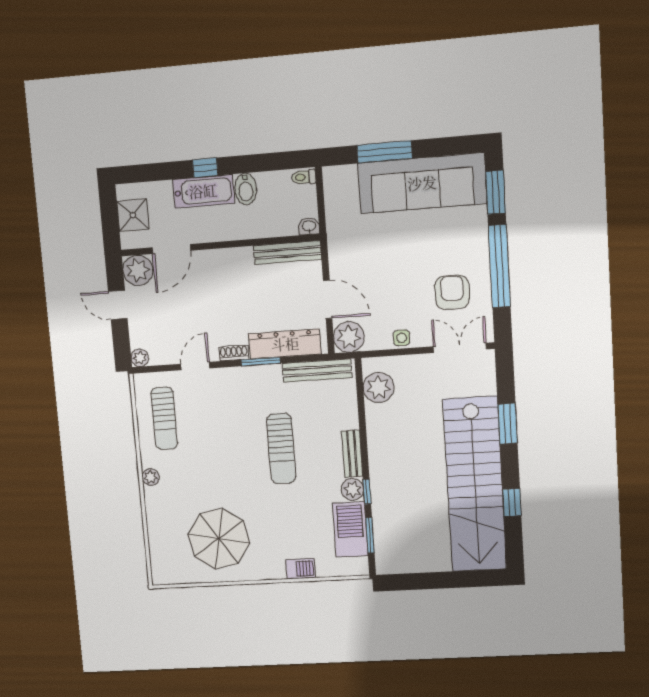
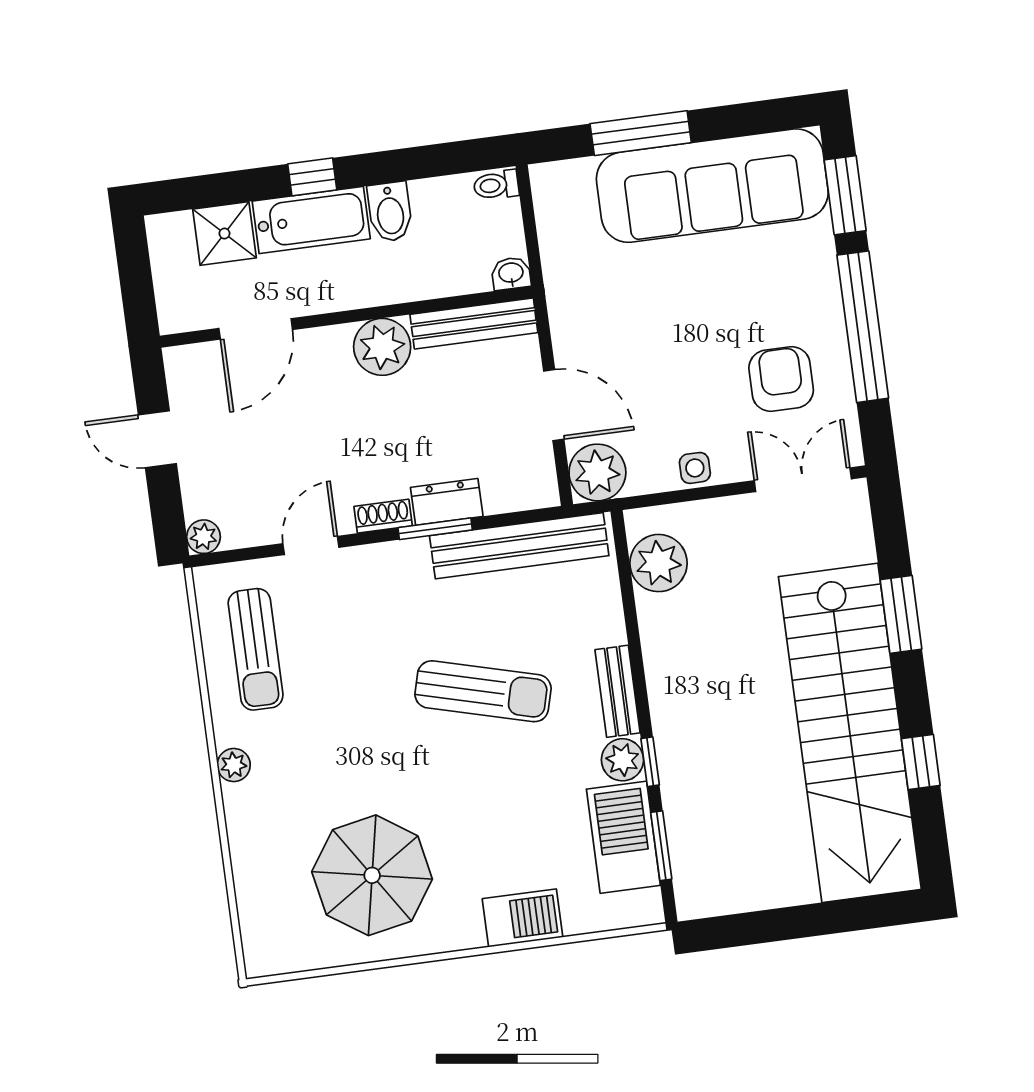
shower: (133, 215) -> (224, 234), moved
plant: (138, 270) -> (382, 347), moved
dresser: (285, 344) -> (447, 502), width x0.51, depth x0.80
bench: (317, 371) -> (519, 546), width x1.37, depth x1.21
sun lounger: (281, 449) -> (483, 691), turned -75
barbecue: (301, 569) -> (522, 918), width x1.38, depth x1.27

